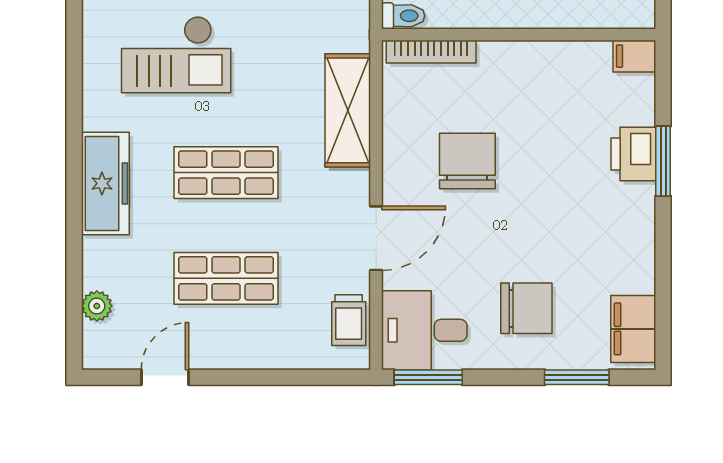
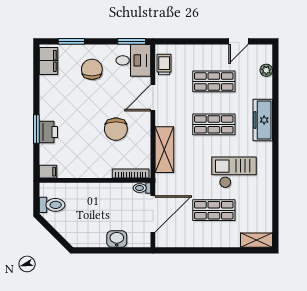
chair: (526, 308) -> (92, 69), turned 90

